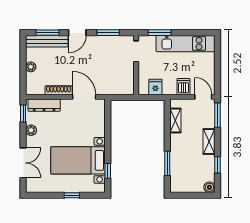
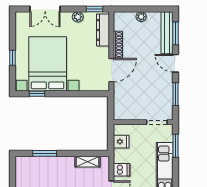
bed with nightstands: (78, 160) -> (48, 64), width x1.36

